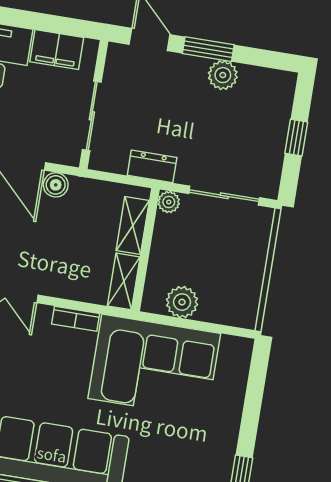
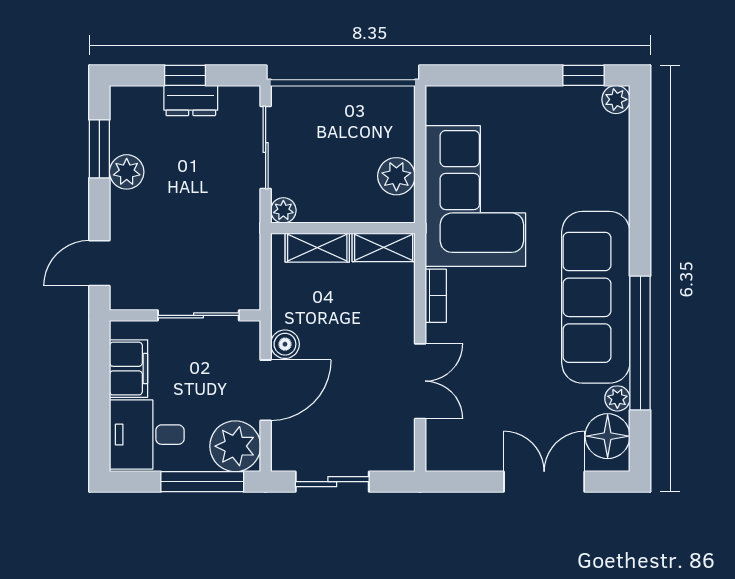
window: (208, 49) -> (99, 149), moved
dresser: (152, 166) -> (191, 101), moved, turned -90

